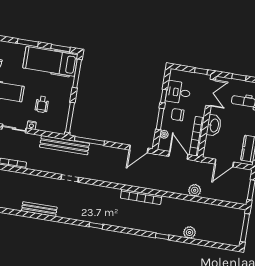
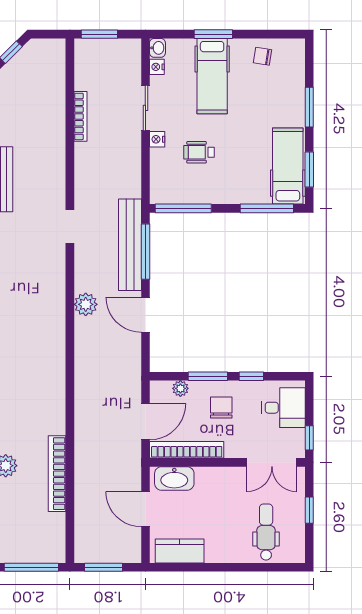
hospital bed: (50, 61) -> (288, 166), width x0.73, depth x0.78
desk: (178, 92) -> (283, 408), moved, turned 90
washbasin: (214, 125) -> (174, 478), moved
bench: (64, 145) -> (130, 245), moved
door: (139, 149) -> (145, 315), moved
plant: (195, 190) -> (86, 304), moved
bookcase: (141, 197) -> (57, 474), moved

